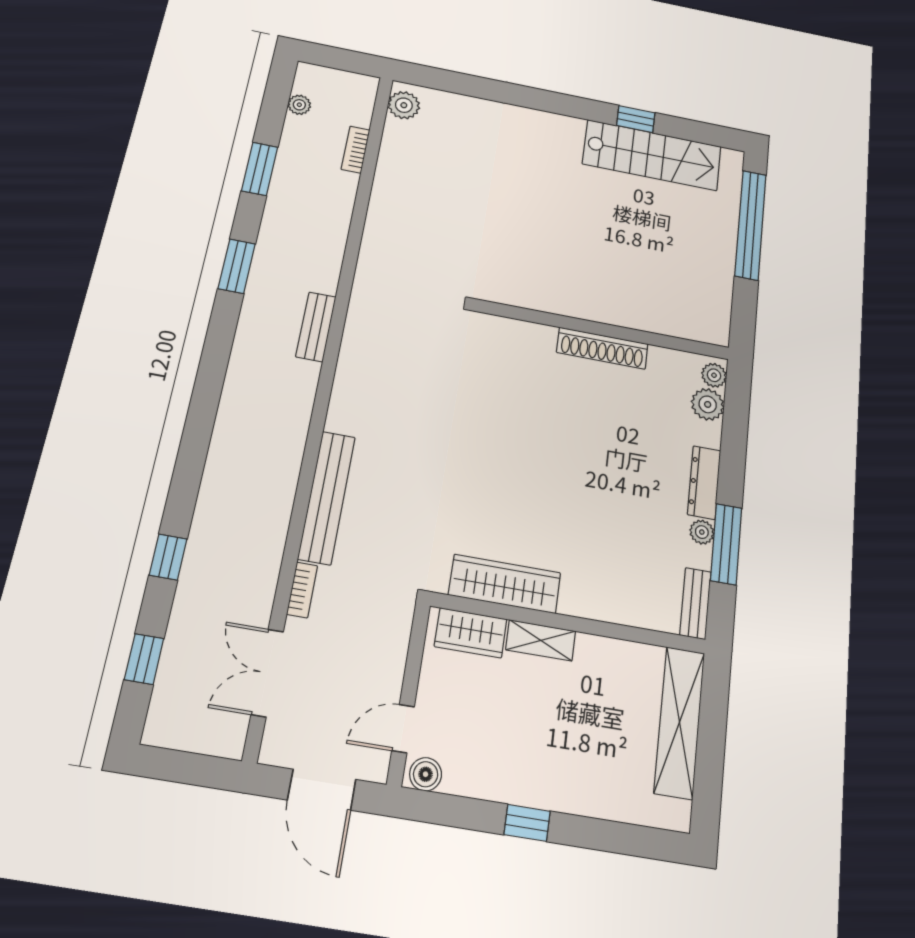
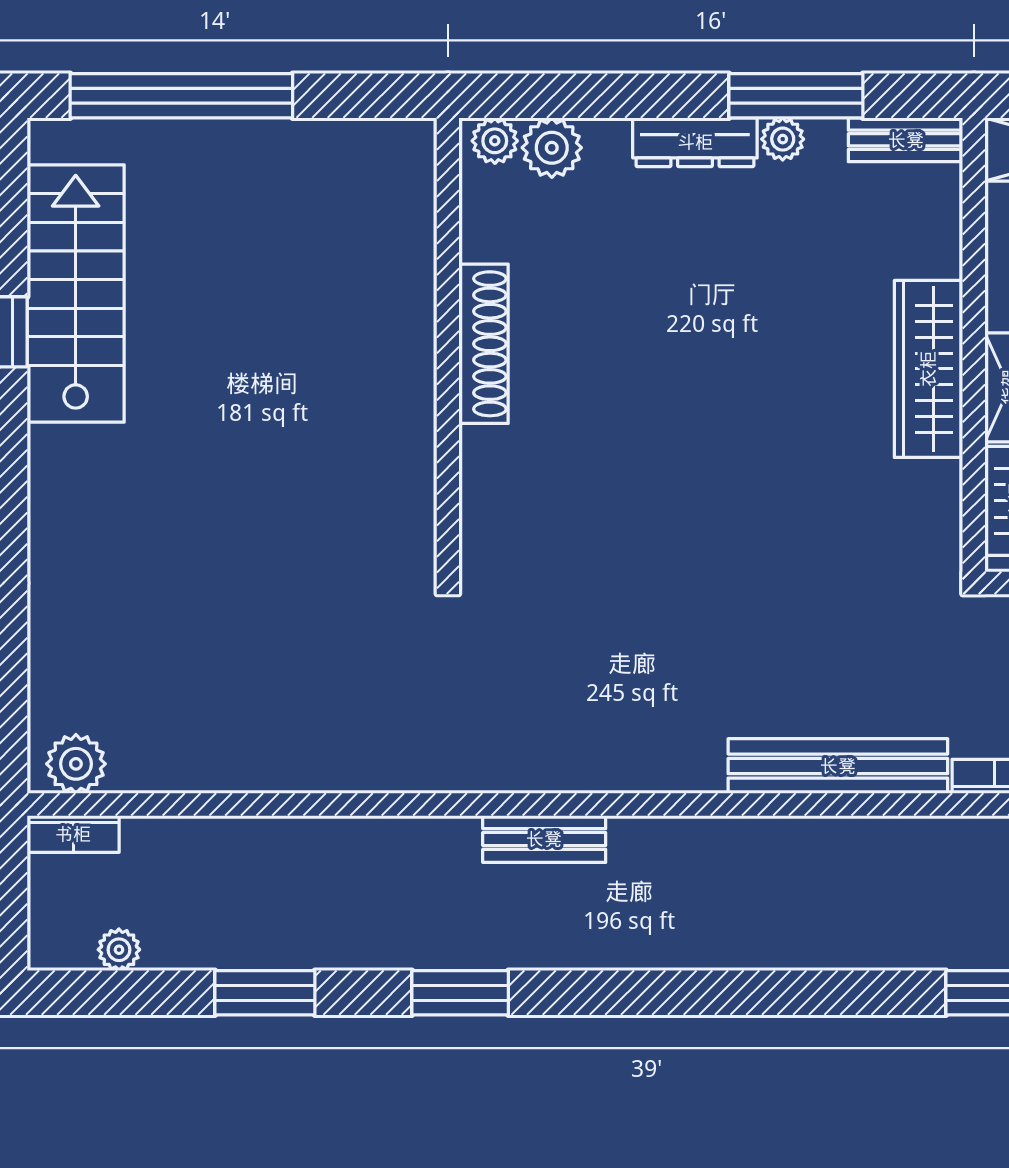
bookcase: (356, 150) -> (73, 834), moved
wardrobe: (505, 584) -> (928, 369), moved

